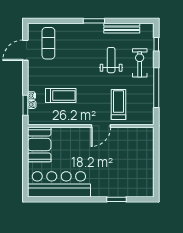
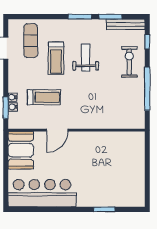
window: (122, 21) -> (110, 17), added
bench: (122, 28) -> (126, 24), moved
weight bench: (111, 60) -> (86, 57), moved
treadmill: (118, 104) -> (56, 58), moved, turned 180
door: (101, 126) -> (57, 130), moved

